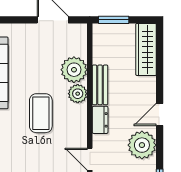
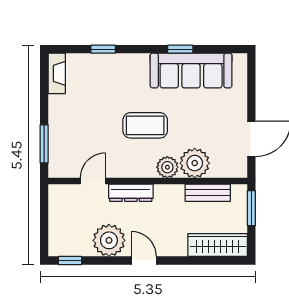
bench: (100, 85) -> (208, 193), moved
dresser: (100, 120) -> (131, 193), width x1.44

